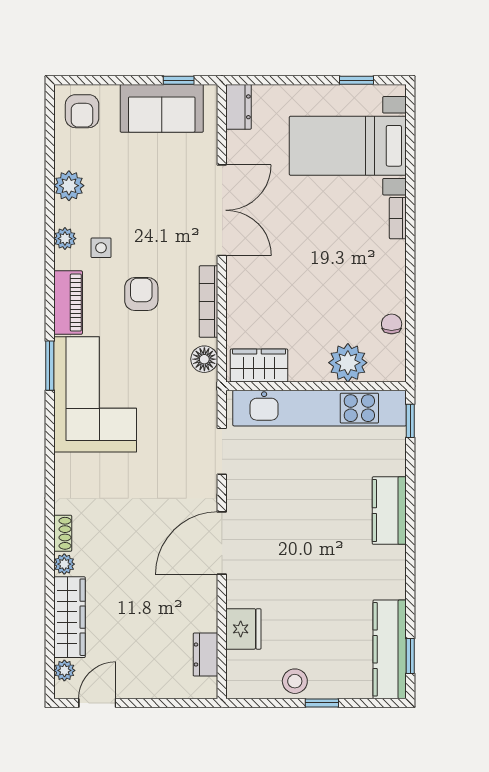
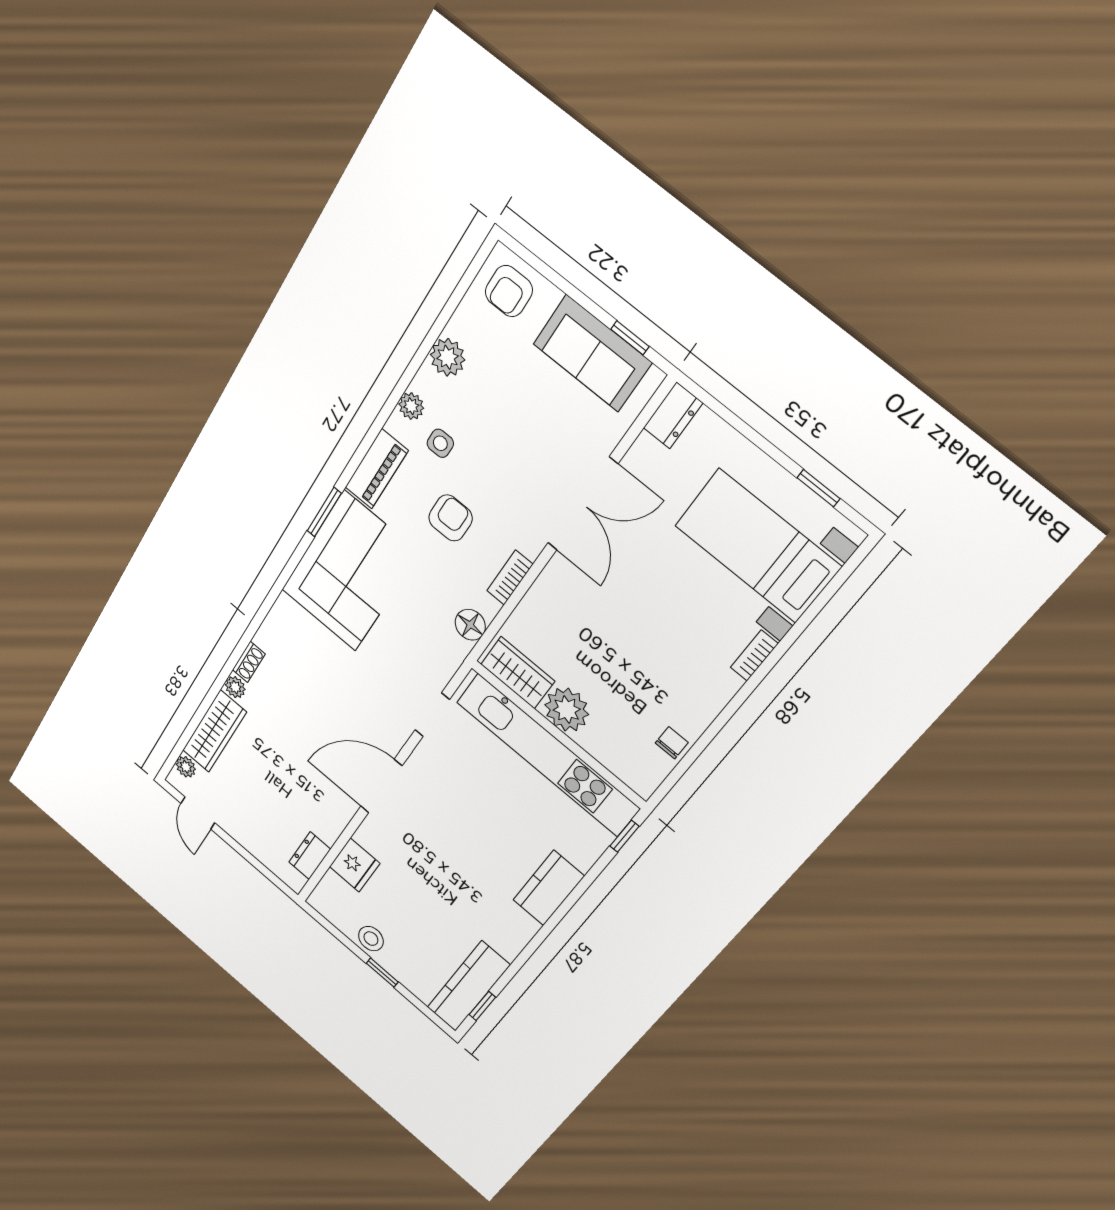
bookcase: (209, 302) -> (510, 578), width x0.64
plant: (348, 363) -> (567, 710), moved
door: (97, 703) -> (198, 813), swing flipped

